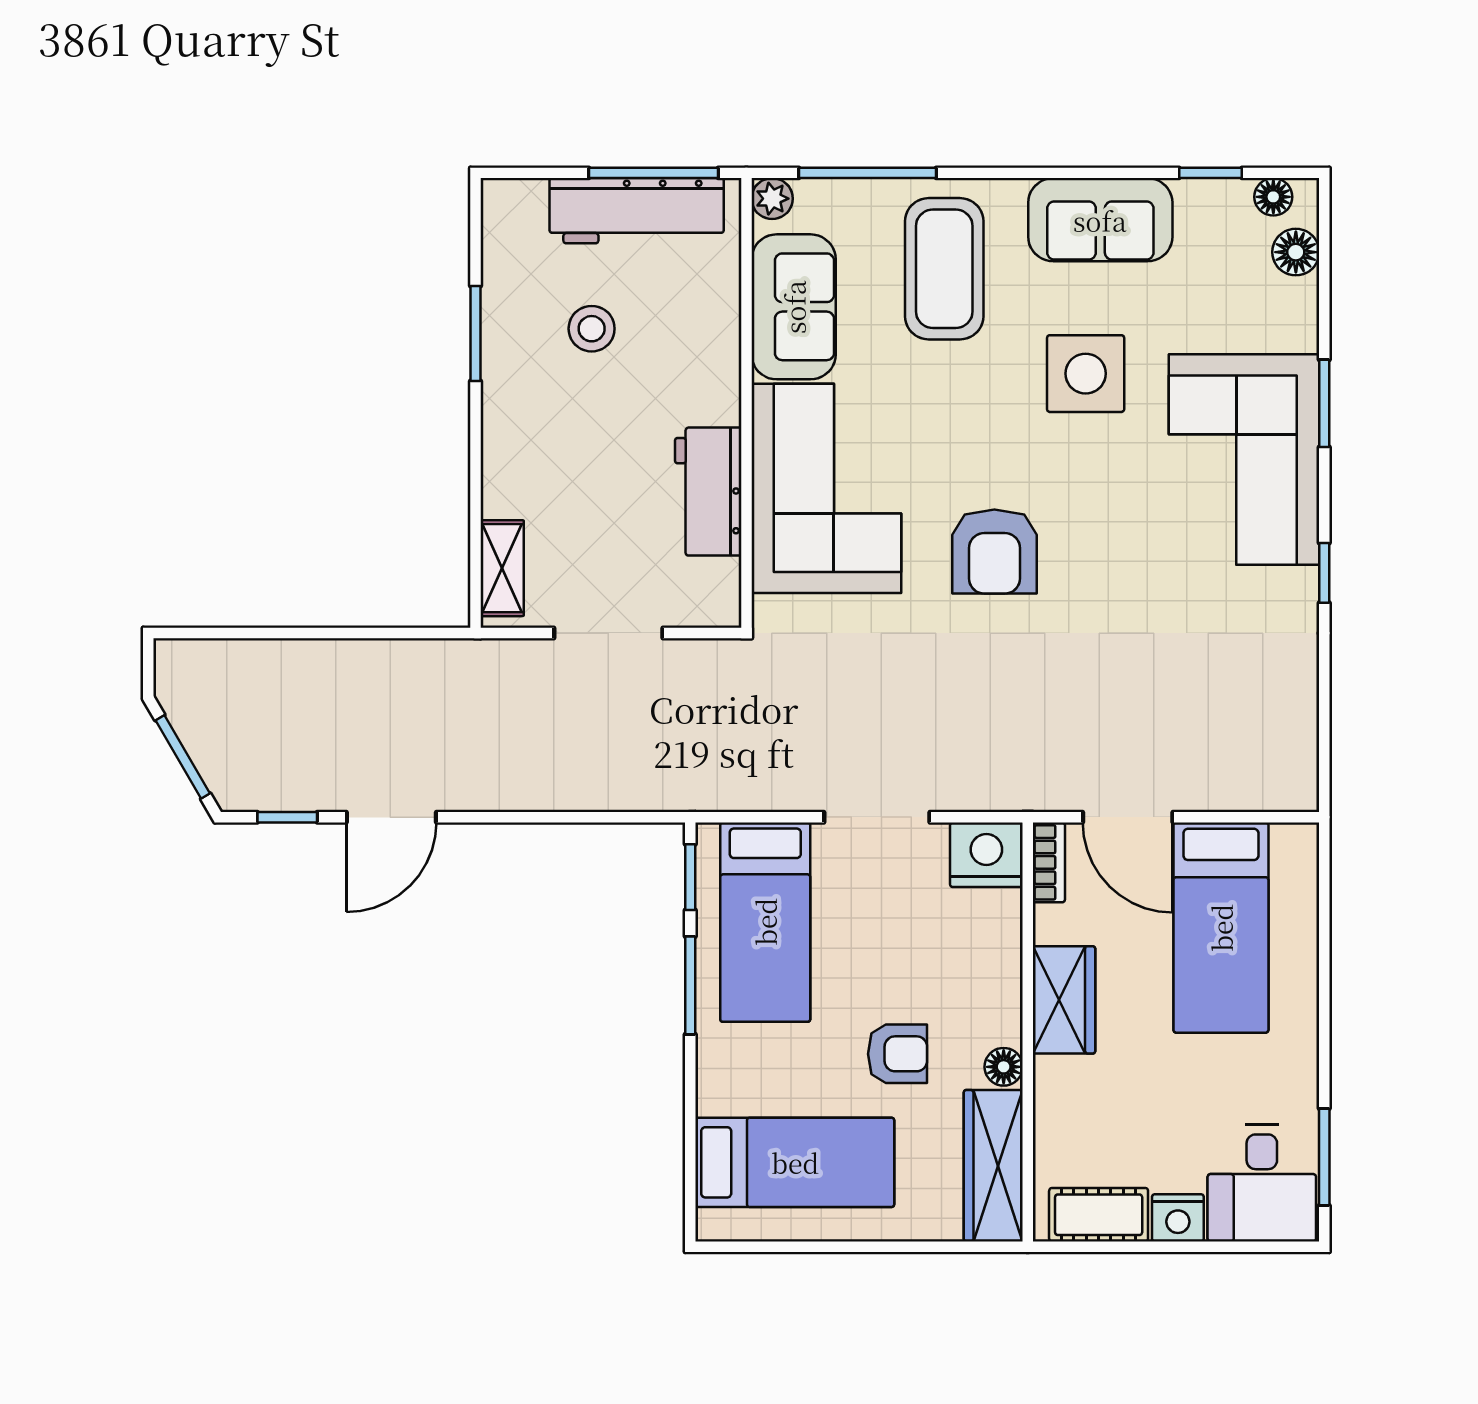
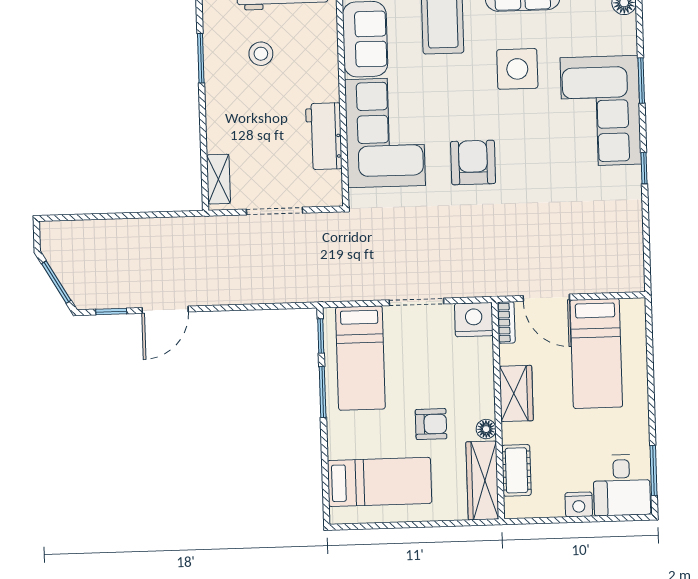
armchair: (994, 551) -> (473, 162), turned 180
cot: (1099, 1215) -> (516, 470), moved, turned 90

